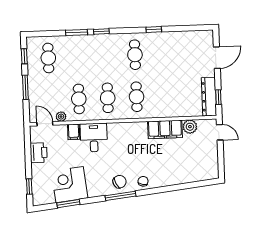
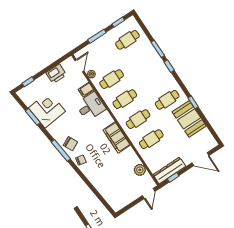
booth: (168, 44) -> (189, 119), added
cafe table: (165, 96) -> (151, 139), added
filing cabinet: (165, 129) -> (117, 138), moved

